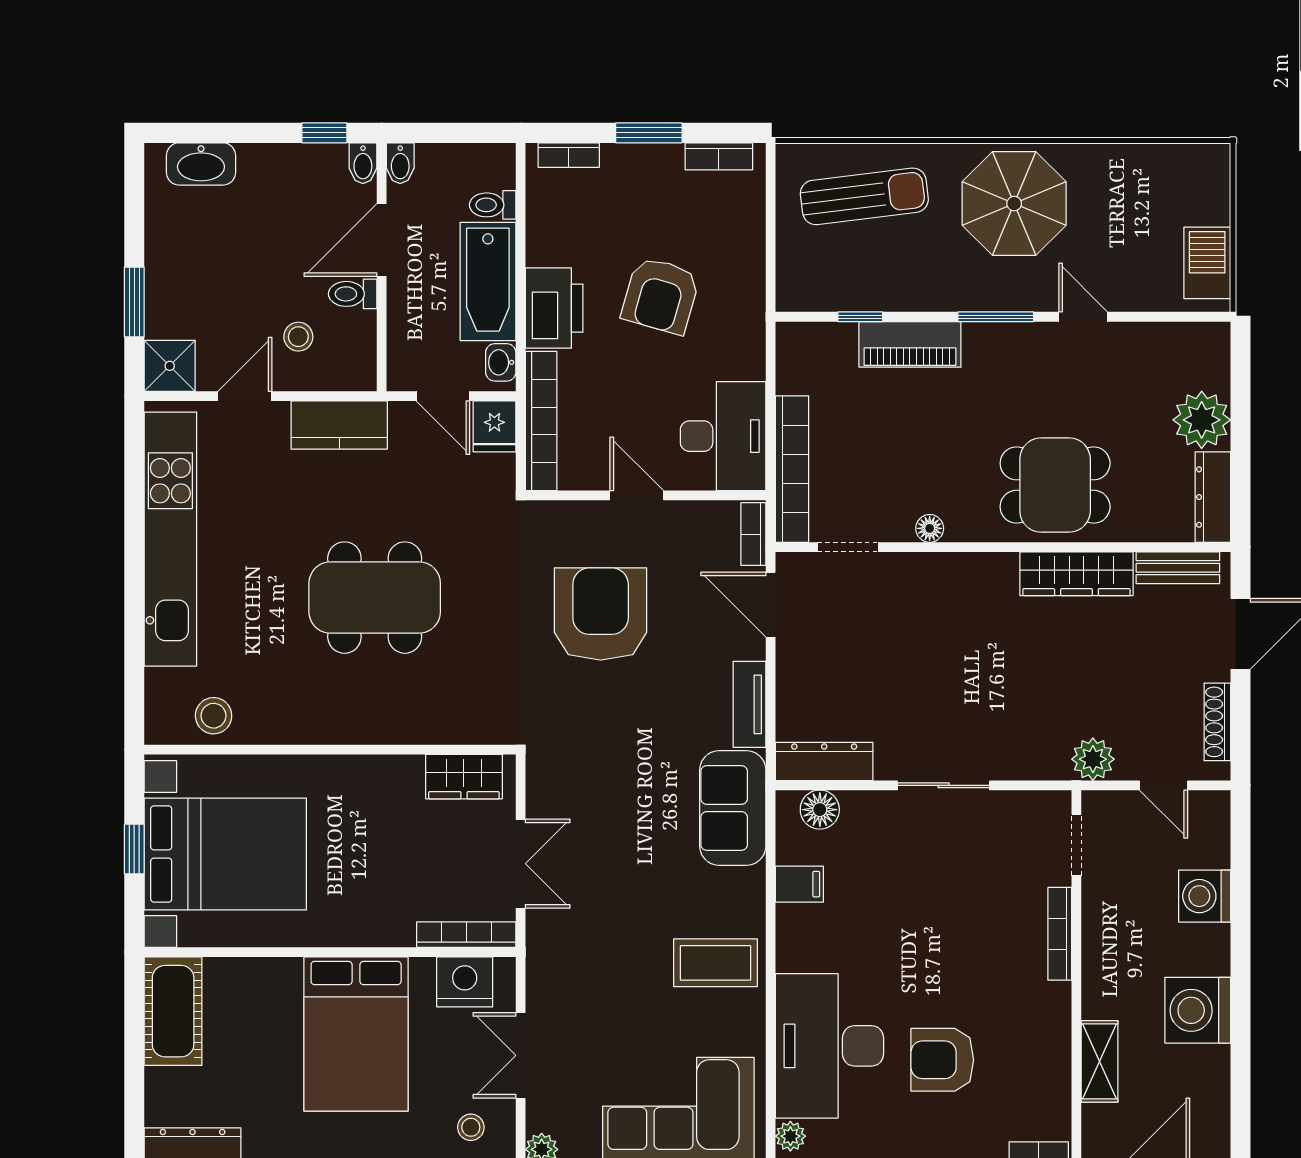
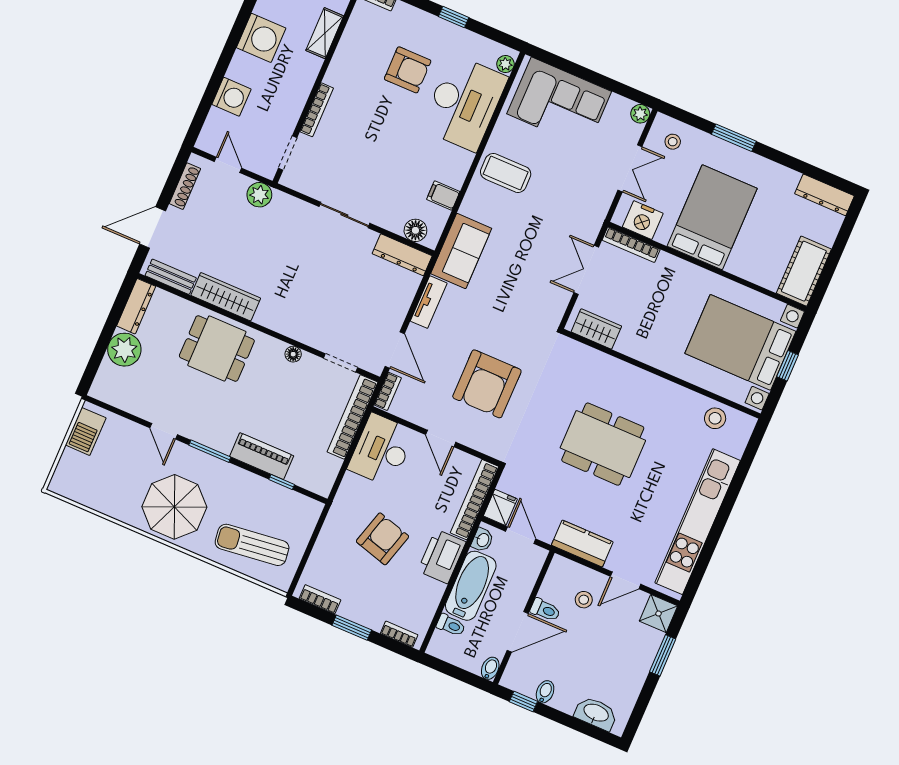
bidet: (363, 163) -> (545, 692), moved

